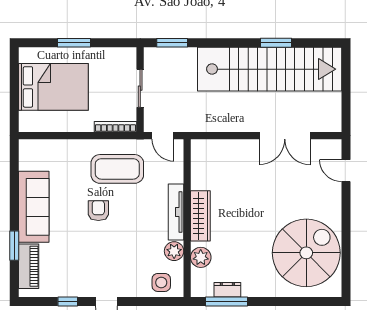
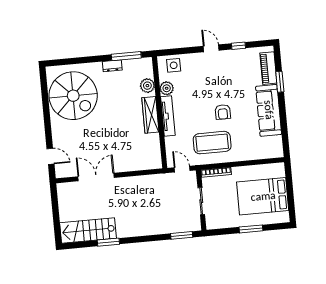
stairs: (270, 69) -> (88, 231), width x0.54, depth x0.66
spiral stairs: (306, 253) -> (73, 96), turned -90
dresser: (227, 290) -> (112, 66), moved

